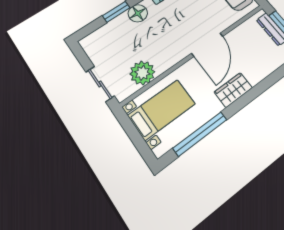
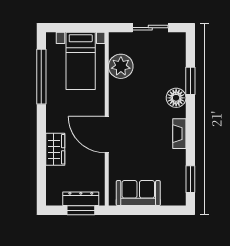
sliding door: (100, 84) -> (150, 28), moved
wardrobe: (233, 90) -> (55, 149), moved

